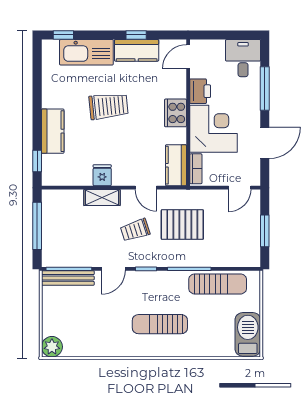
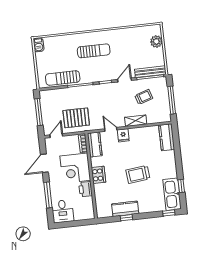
kitchen sink: (86, 52) -> (172, 194), moved, turned -90
door: (188, 57) -> (95, 208), removed
kitchen counter: (53, 131) -> (167, 137), moved
window: (37, 161) -> (181, 186), moved
fridge: (102, 175) -> (123, 135), moved
pallet: (182, 225) -> (76, 118), moved
trolley: (135, 230) -> (144, 97), moved
window: (265, 231) -> (39, 112), width x1.44
barbecue: (248, 334) -> (39, 45), width x0.53, depth x0.65
plant: (52, 347) -> (156, 41), moved

